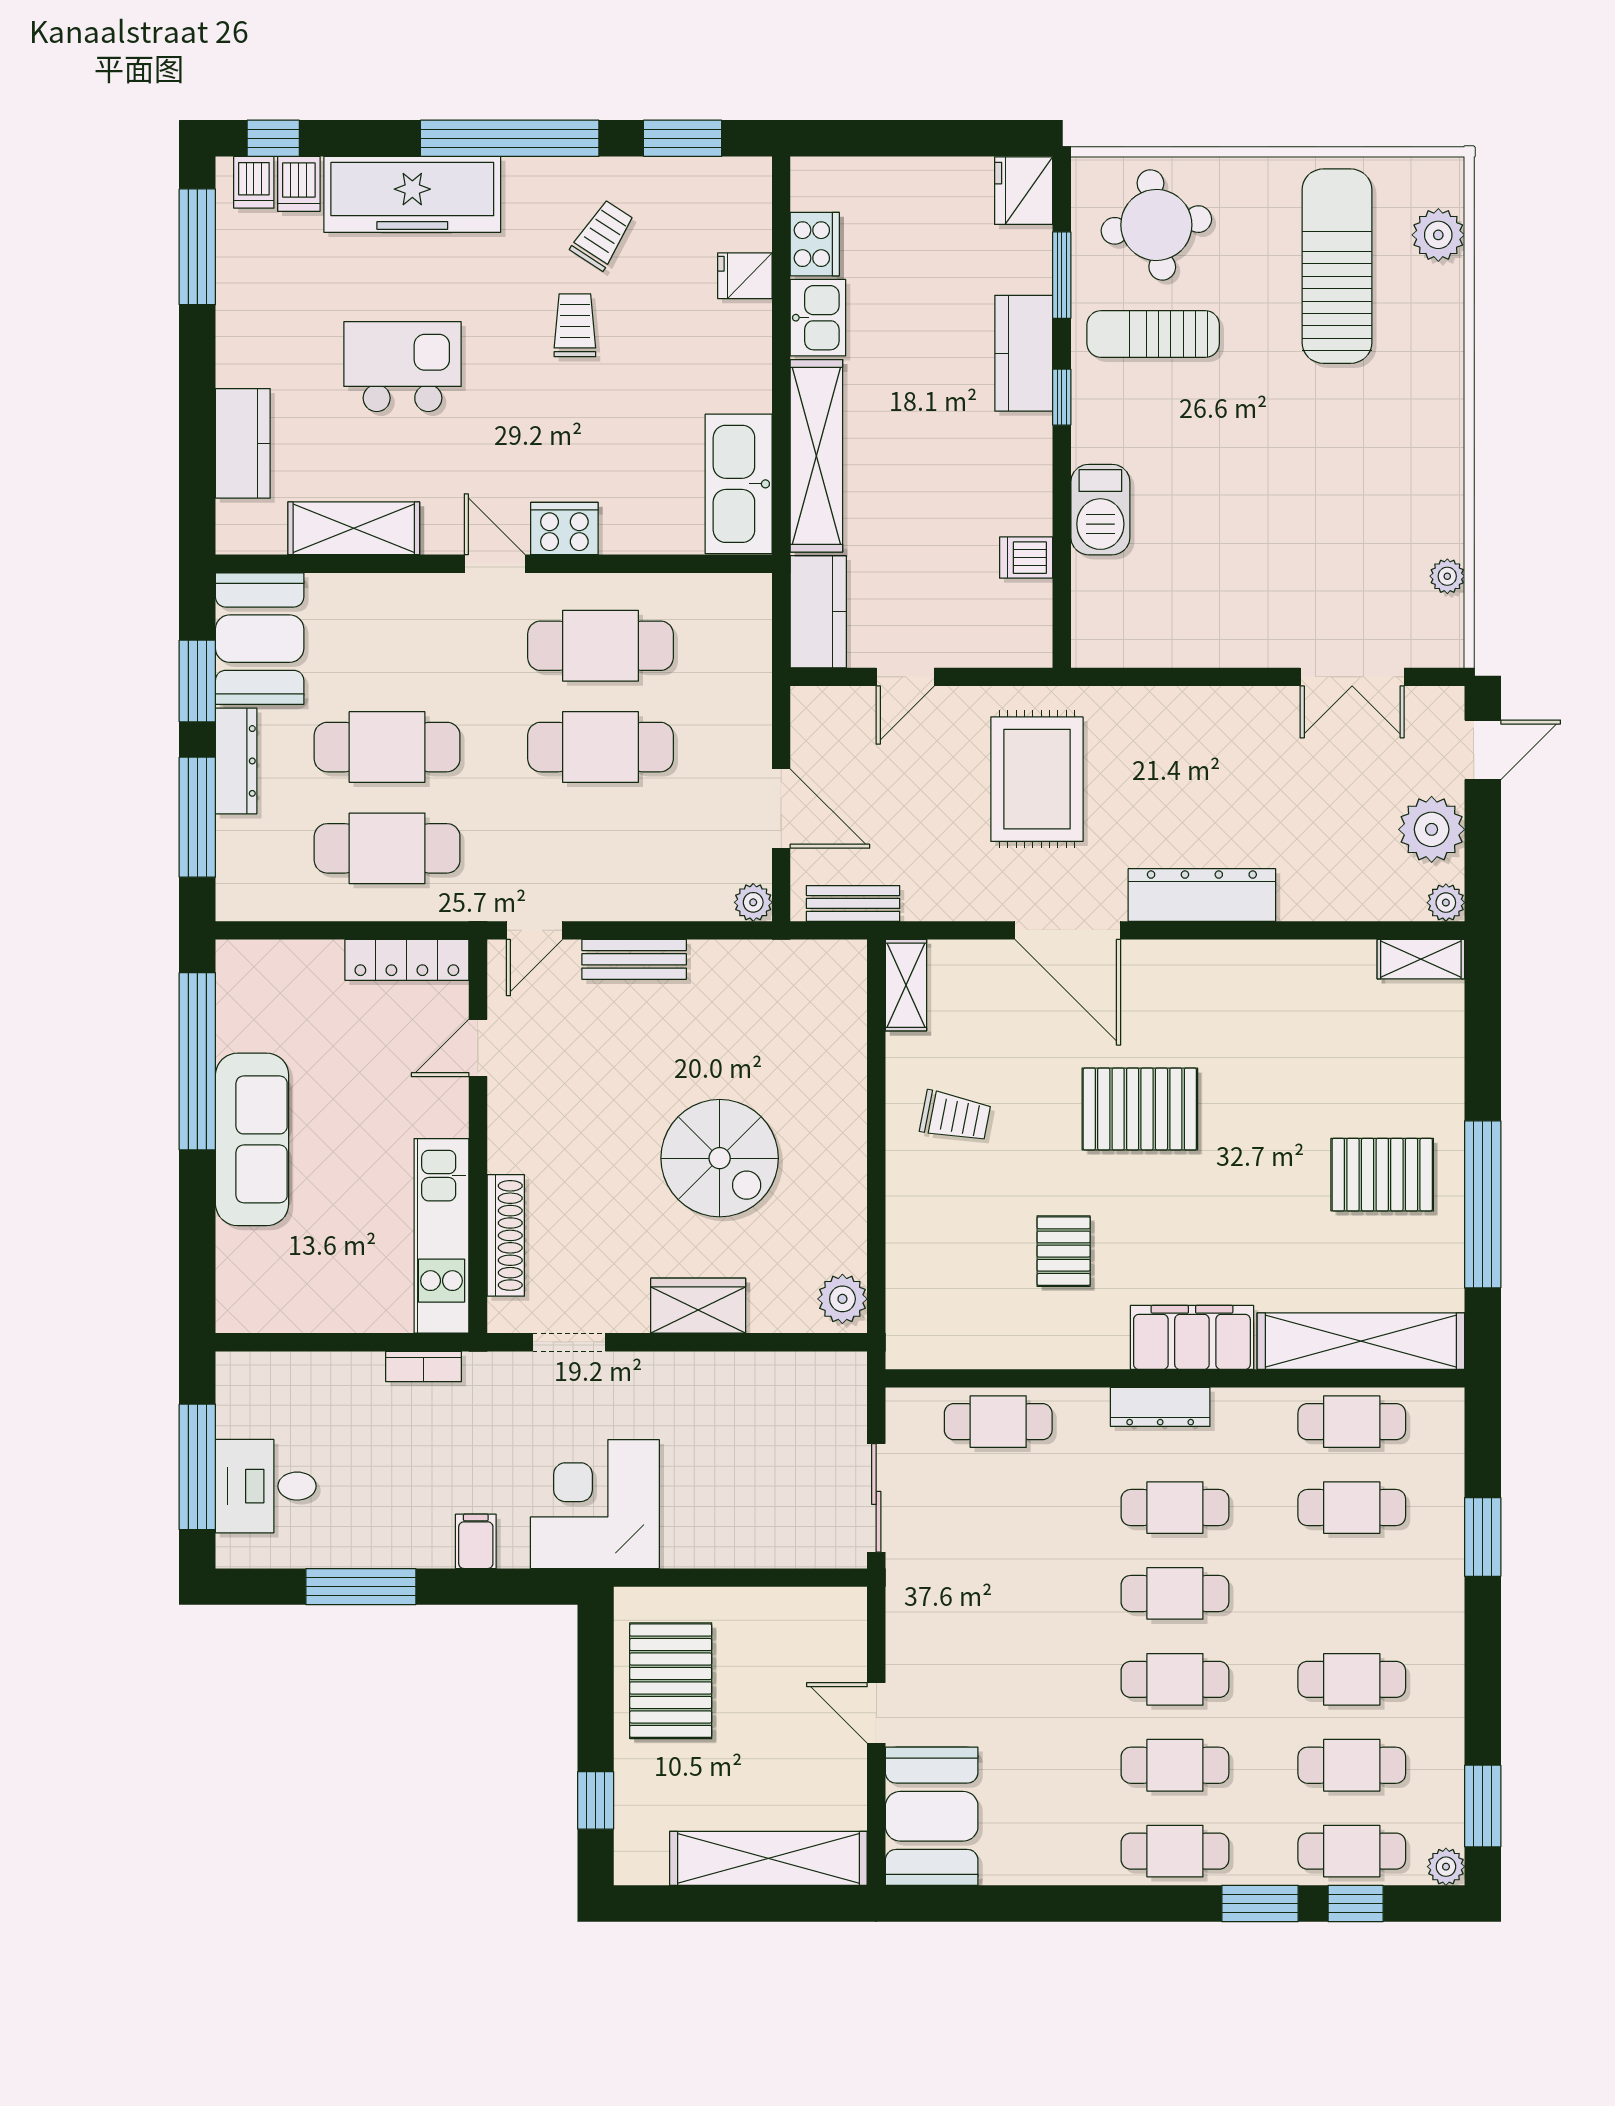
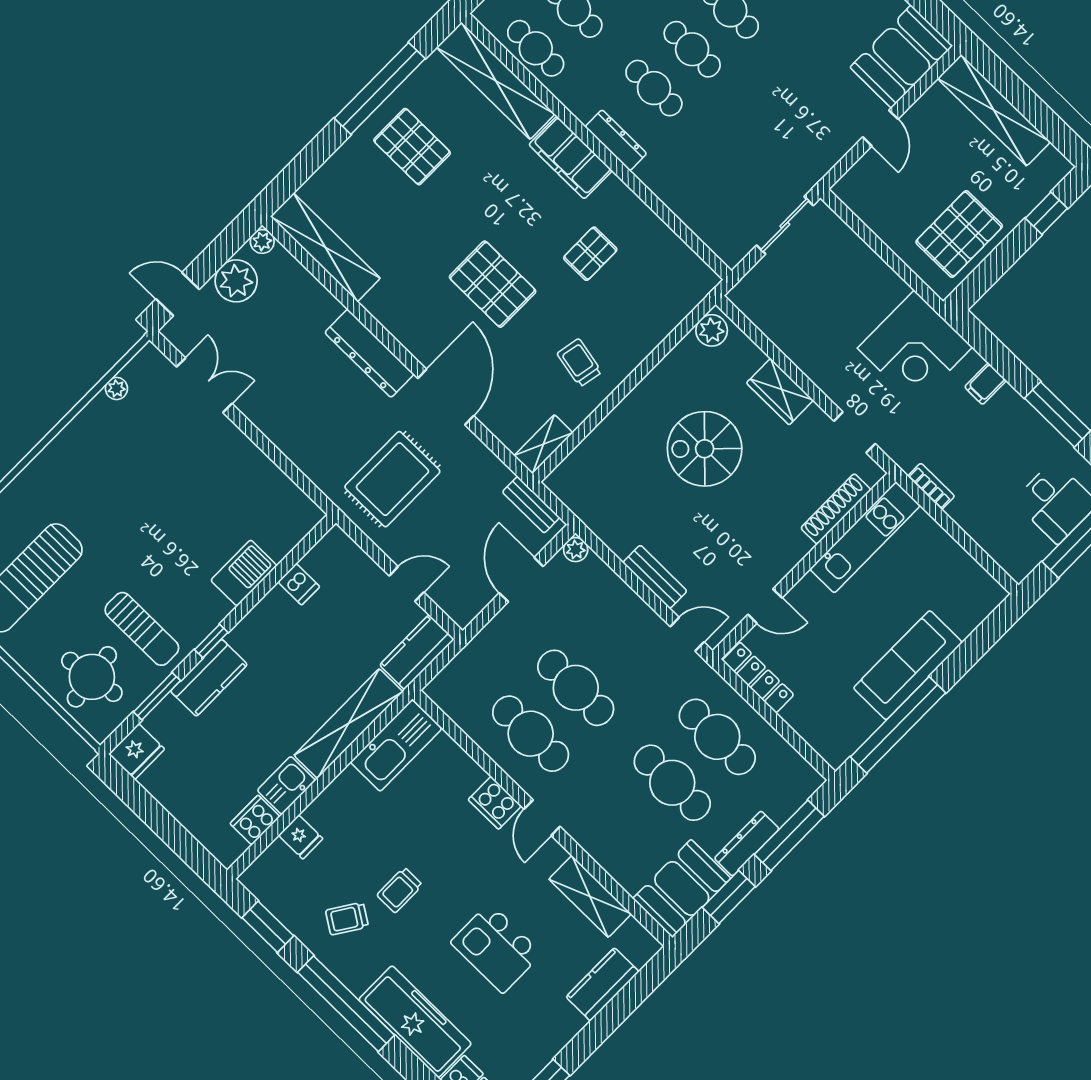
shelving: (1421, 959) -> (325, 247), width x2.20, depth x1.33
spiral stairs: (720, 1158) -> (705, 449), turned -90
cafe table: (998, 1422) -> (696, 206), removed

